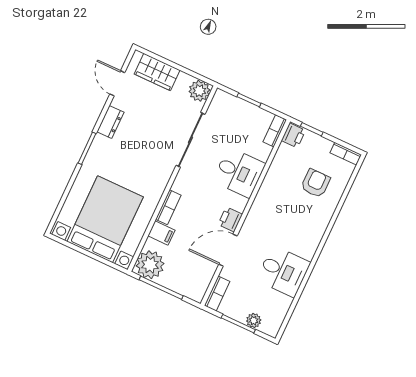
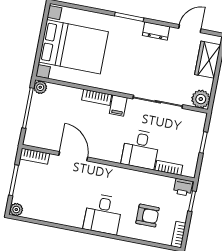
bookcase: (275, 131) -> (169, 168), moved
printer: (230, 219) -> (99, 152), removed
filing cabinet: (161, 233) -> (118, 106), moved
plant: (150, 265) -> (40, 87), width x0.53, depth x0.53
desk: (283, 271) -> (103, 214), moved
plant: (254, 321) -> (16, 210), moved

